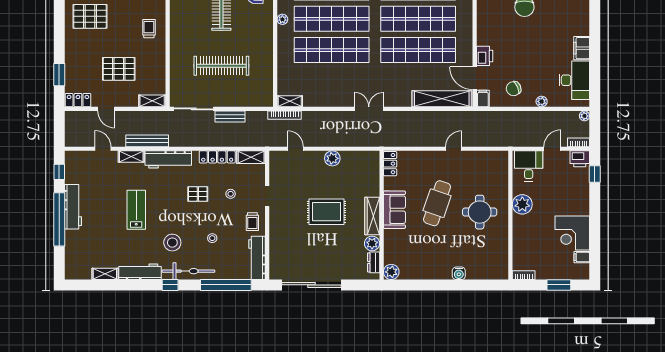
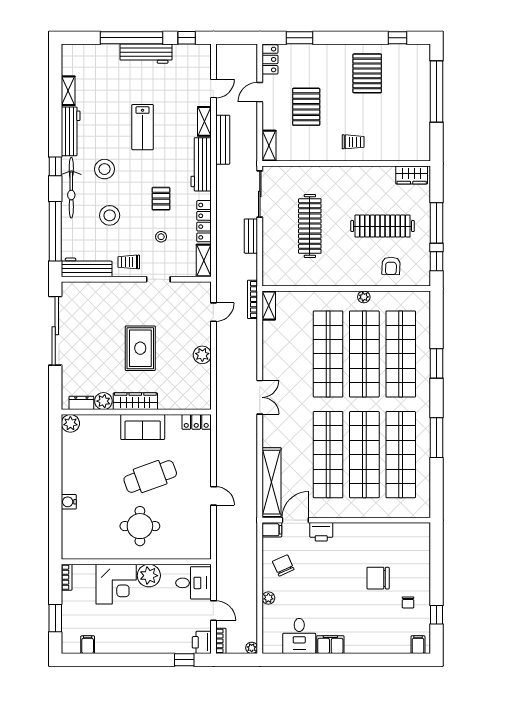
desk: (574, 80) -> (299, 636), width x0.73
cafe table: (437, 203) -> (150, 477), turned -39
lab bench: (136, 210) -> (143, 127), turned 90
corner desk: (572, 233) -> (116, 584), moved, turned 180
stool: (212, 238) -> (110, 215), width x1.89, depth x1.89

